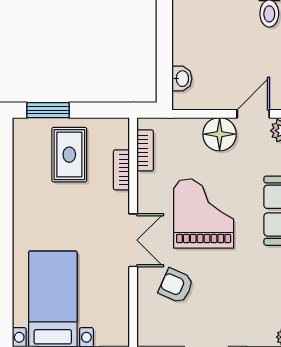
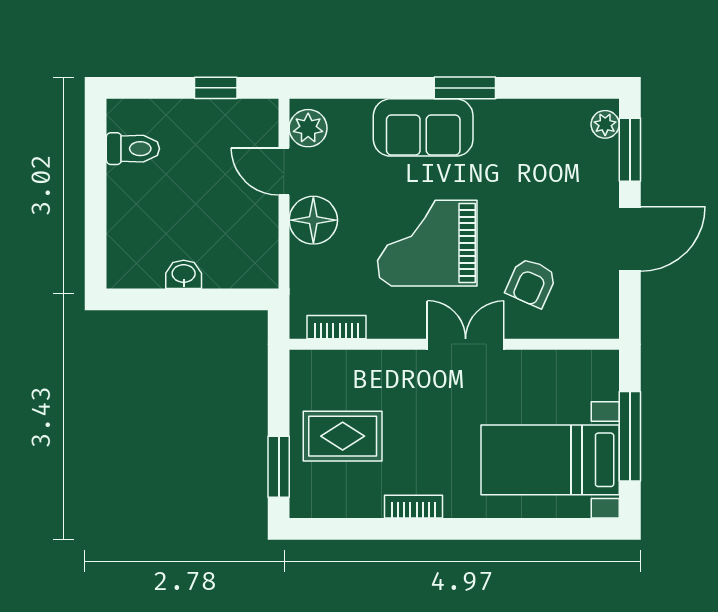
washbasin: (182, 79) -> (184, 274), moved
bookcase: (121, 170) -> (414, 507), moved, turned 180

